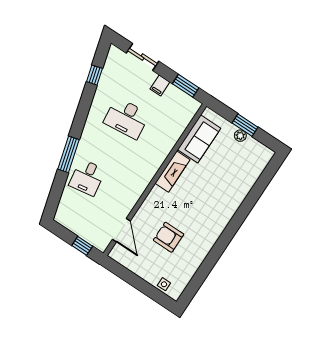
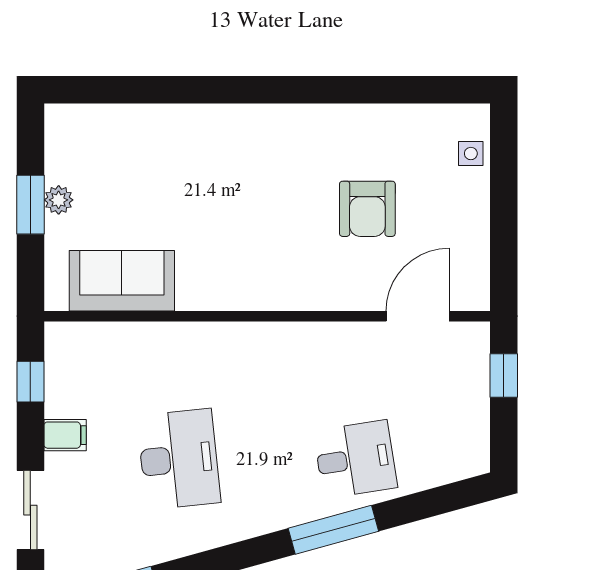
window: (186, 86) -> (30, 382), width x0.67
fireplace: (172, 172) -> (226, 291), removed

